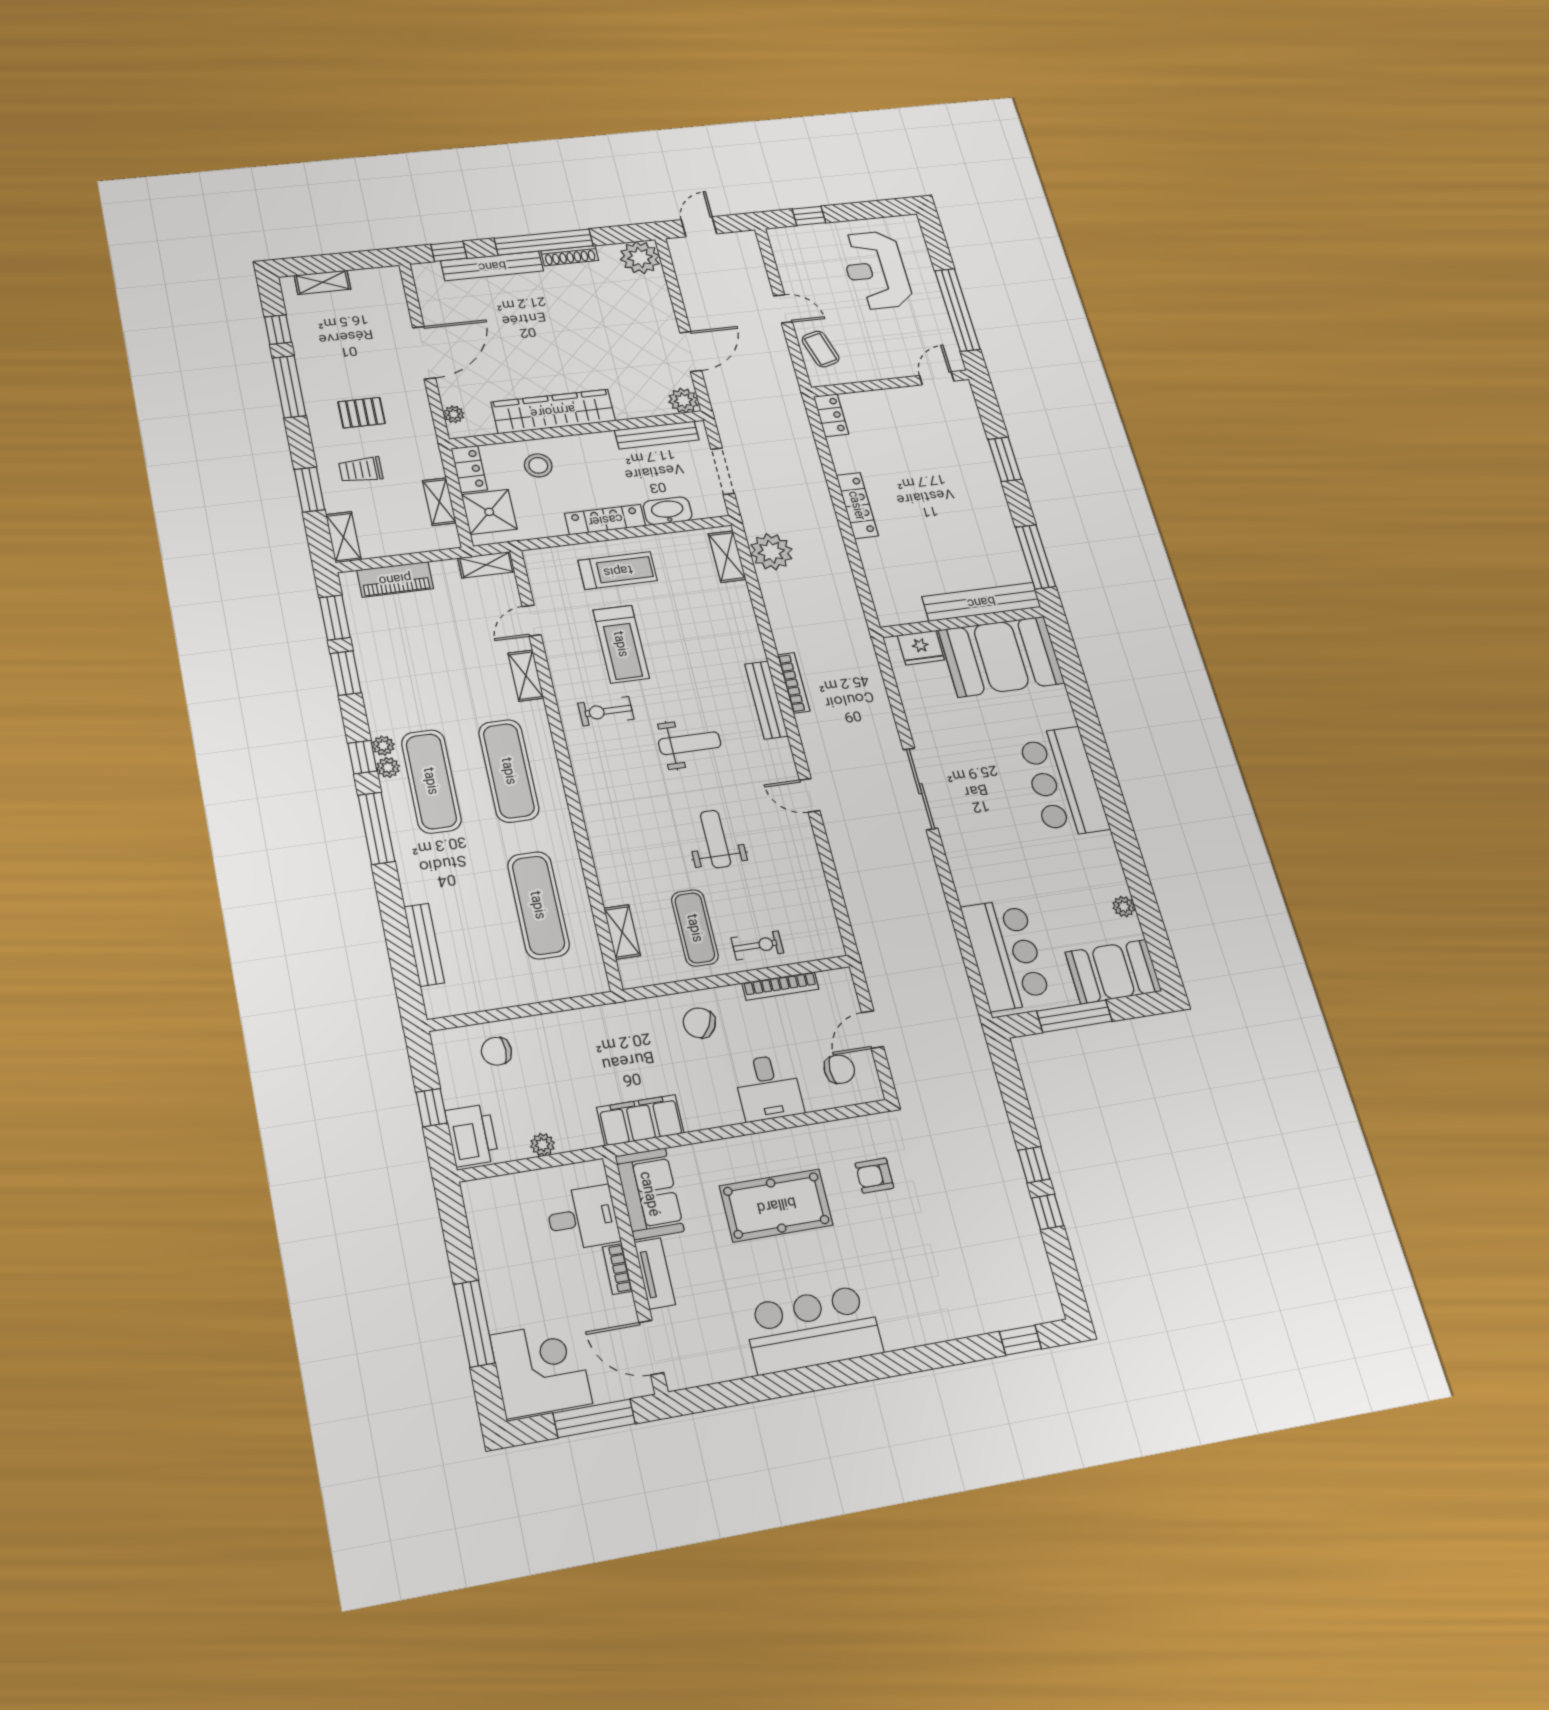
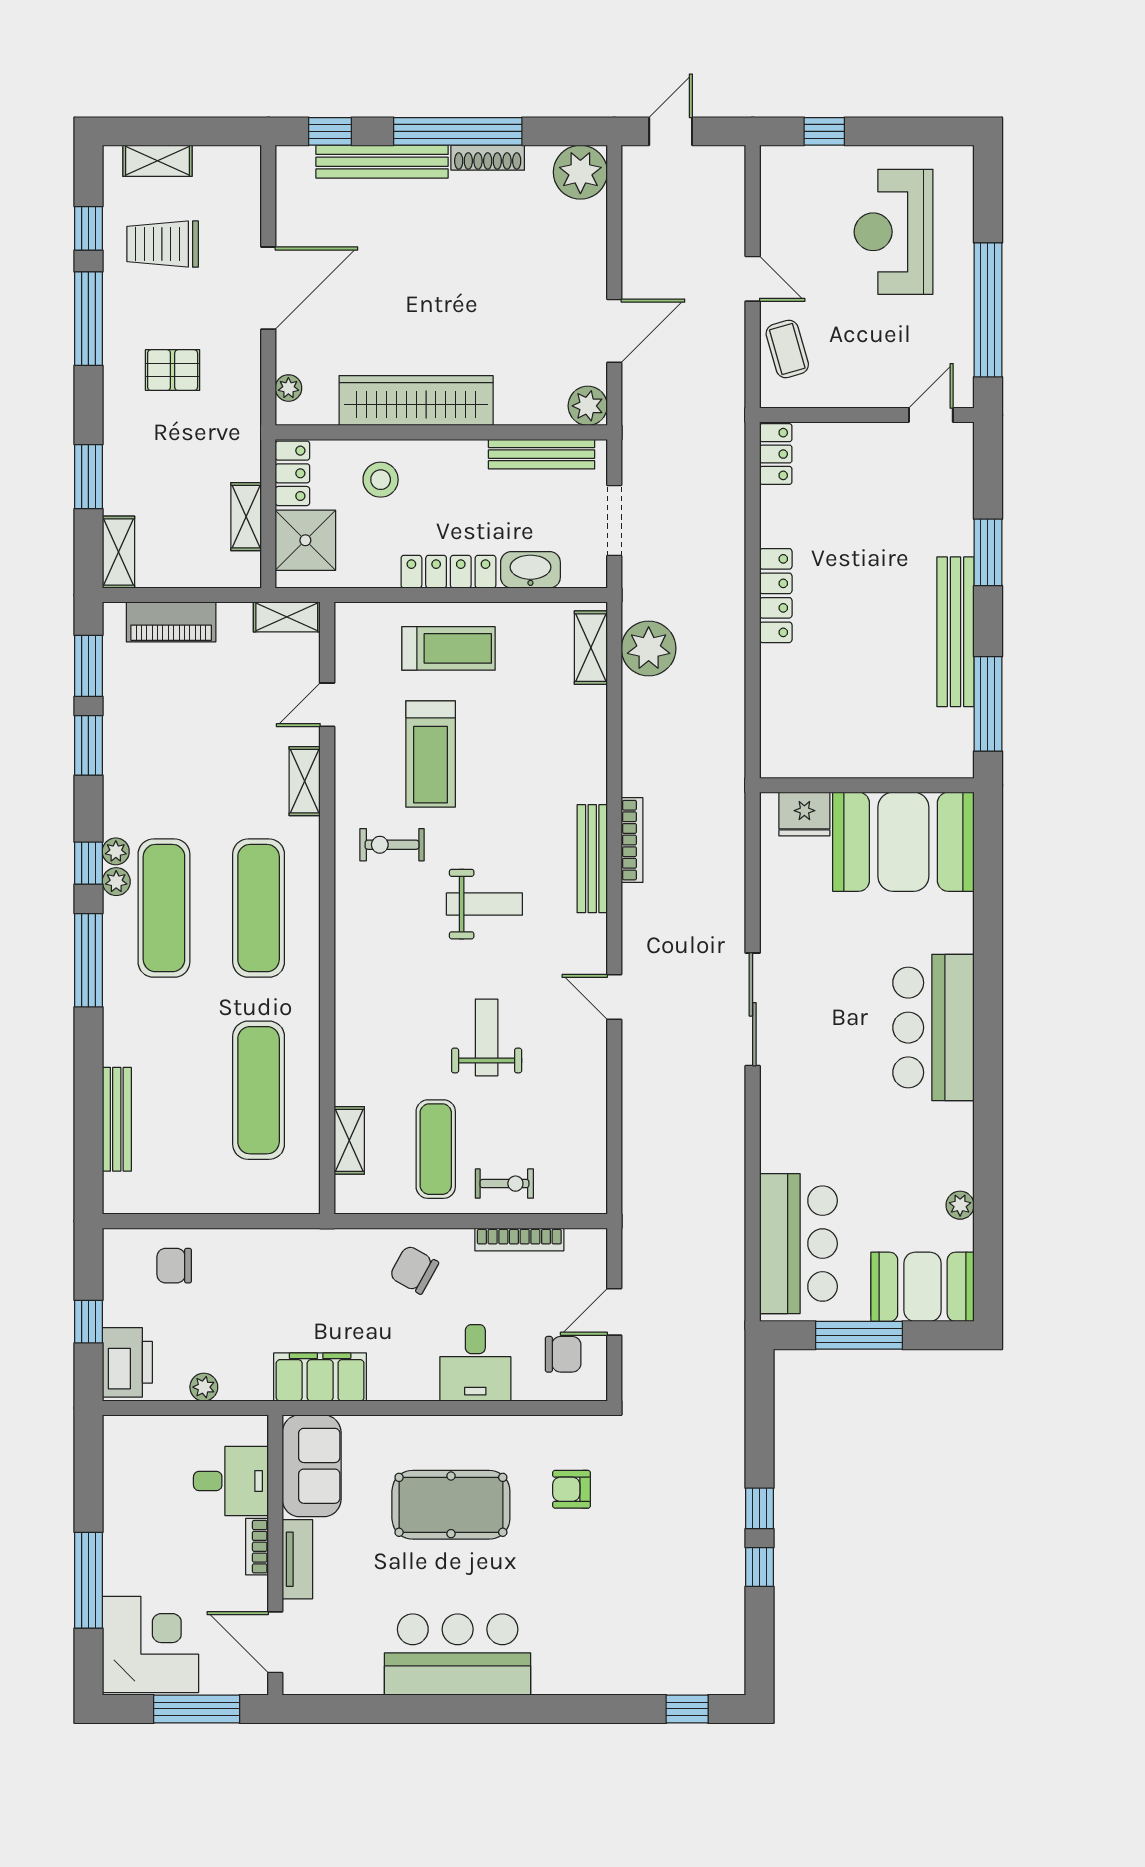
trolley: (361, 470) -> (163, 244), moved, width x1.36, depth x1.39
bench: (981, 602) -> (955, 632), moved, turned 90

